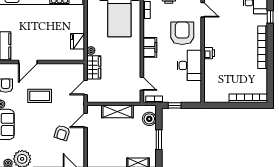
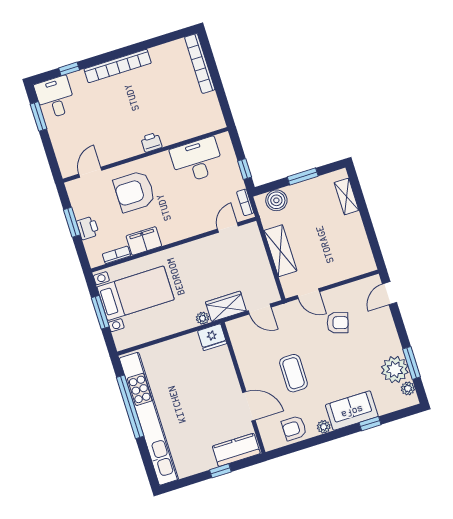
fridge: (78, 41) -> (212, 337), moved
filing cabinet: (150, 47) -> (144, 241), moved
desk: (189, 65) -> (197, 160), moved

